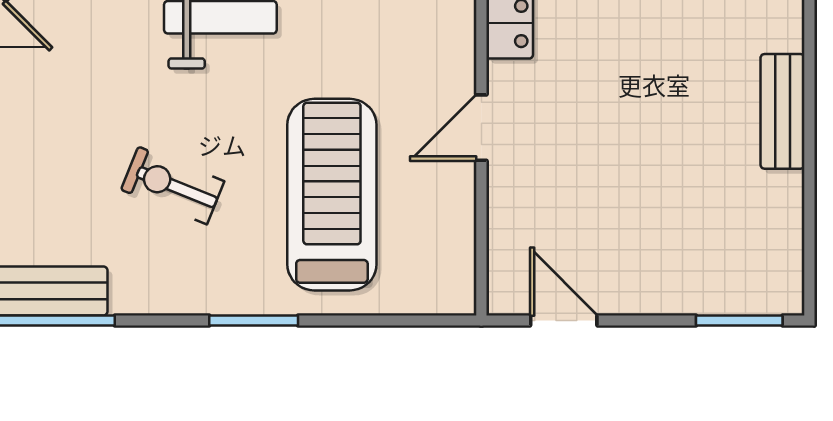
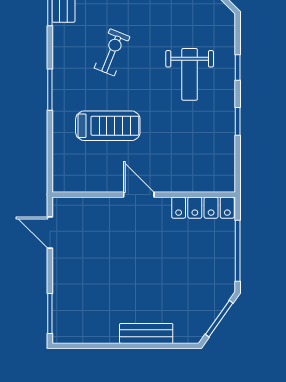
treadmill: (332, 195) -> (108, 126), width x0.73, depth x0.73
door: (564, 320) -> (50, 233), swing flipped

